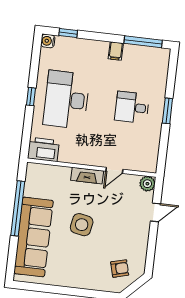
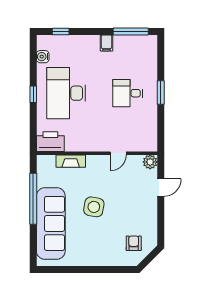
water cooler: (48, 41) -> (43, 57), moved
fireplace: (87, 176) -> (71, 161), moved
armchair: (120, 268) -> (134, 243), turned -75

